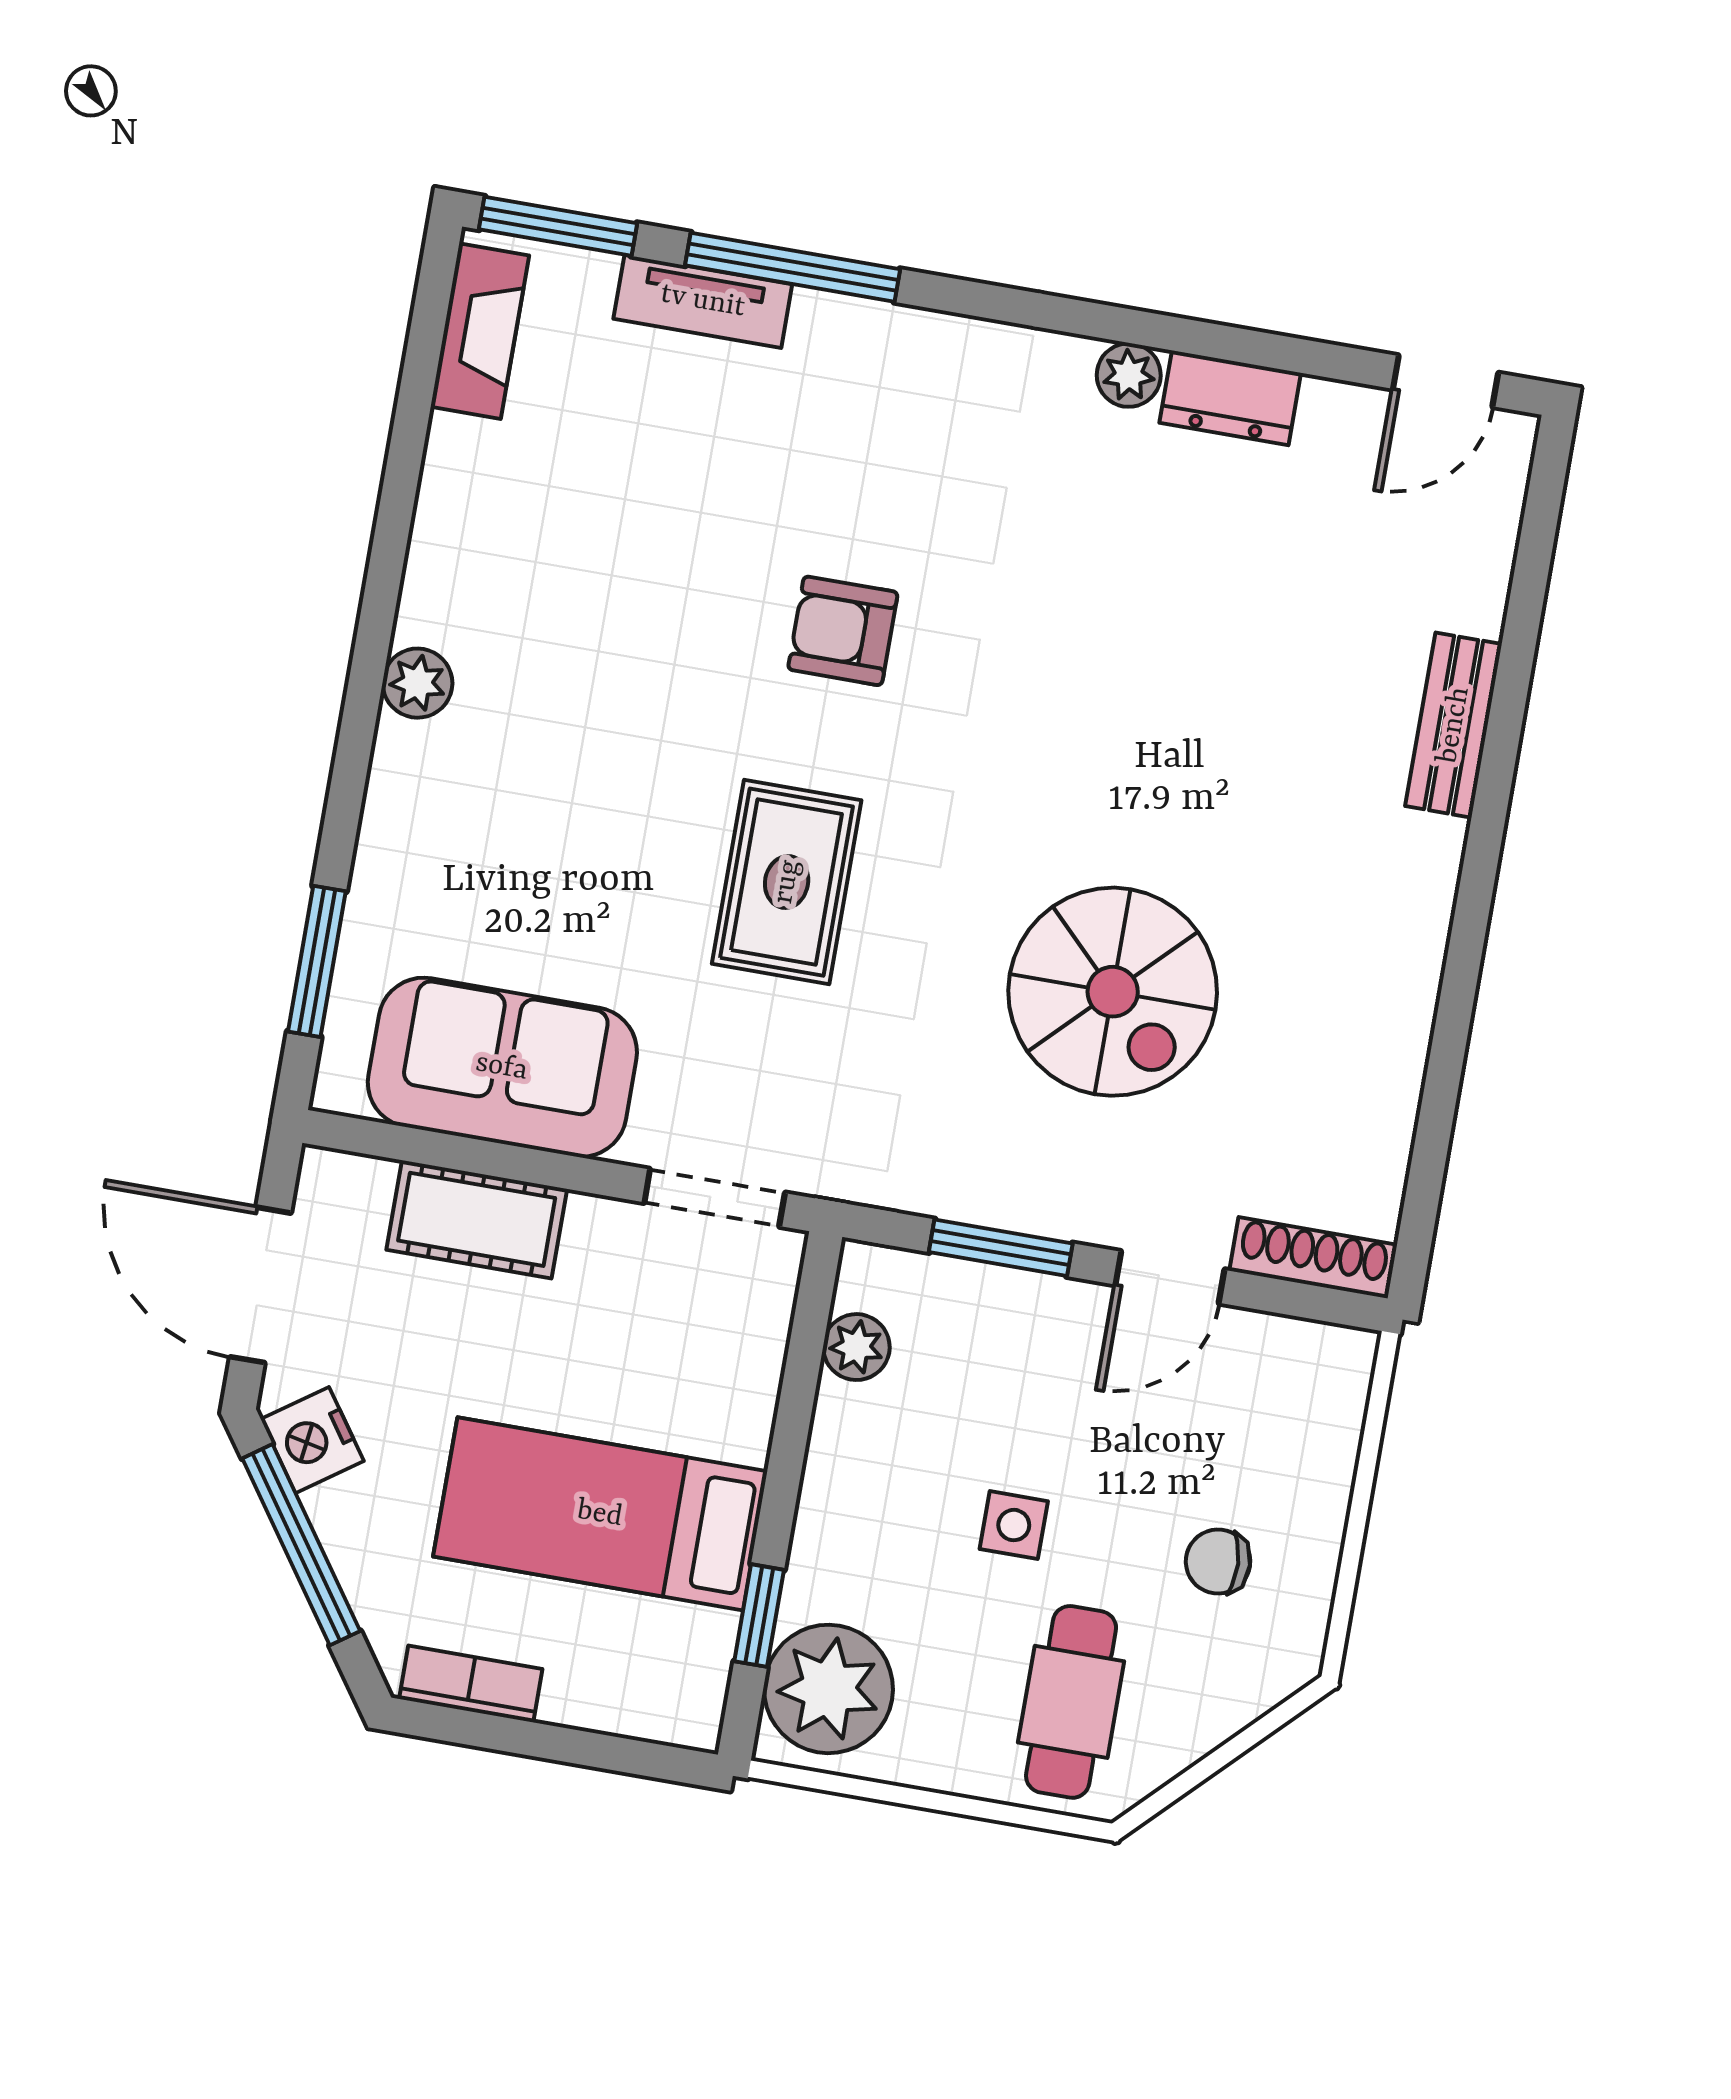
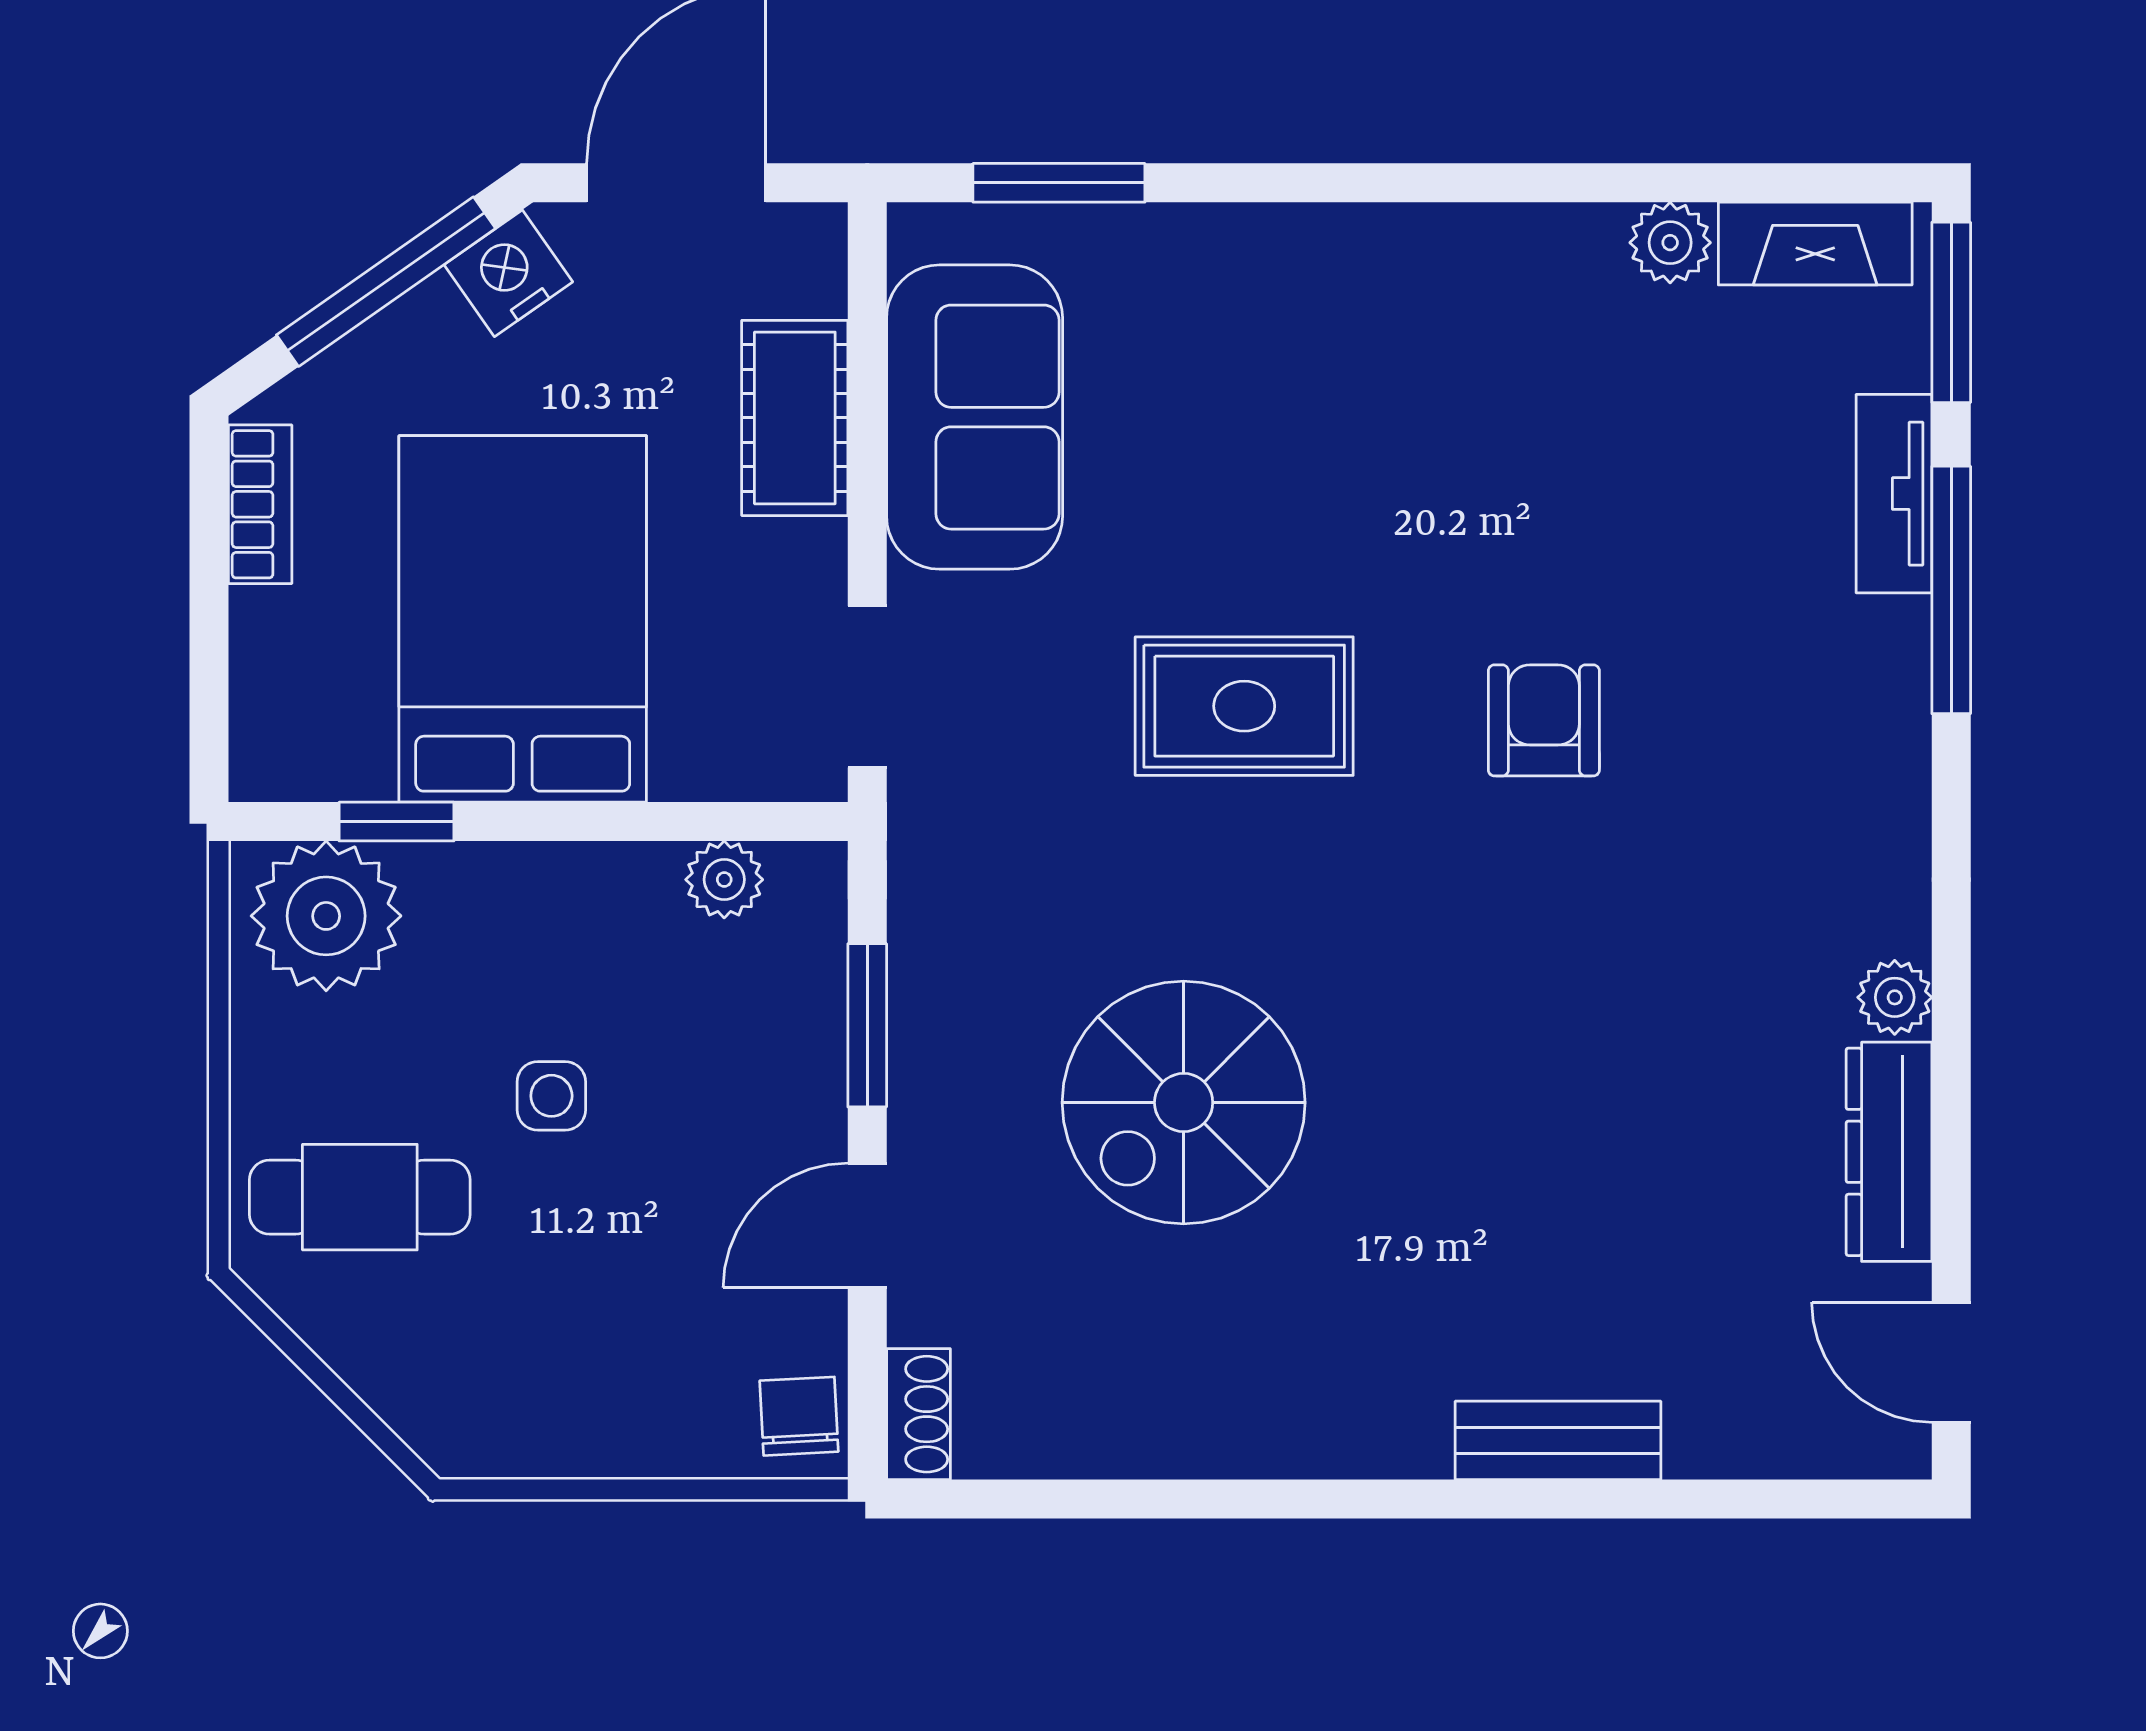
dresser: (1230, 398) -> (1889, 1152), width x1.44
plant: (418, 683) -> (1670, 243), moved
shoe rack: (1313, 1258) -> (918, 1414), width x0.70
door: (1170, 1277) -> (867, 1225), hinge flipped
bed: (600, 1514) -> (523, 619), width x1.50
chair: (1218, 1561) -> (799, 1416), moved

